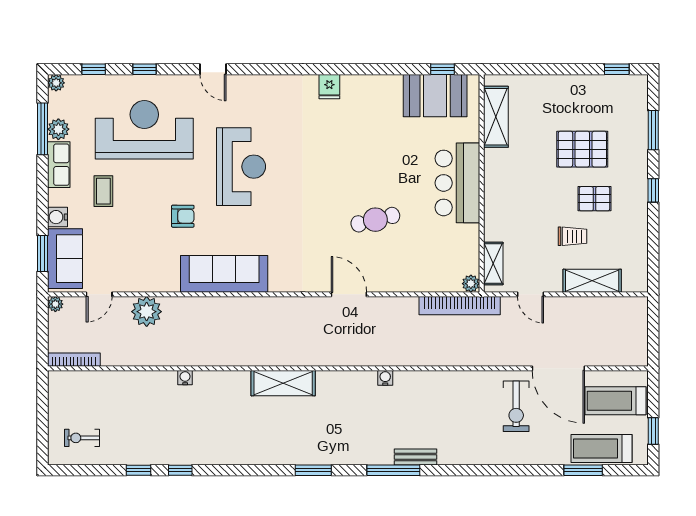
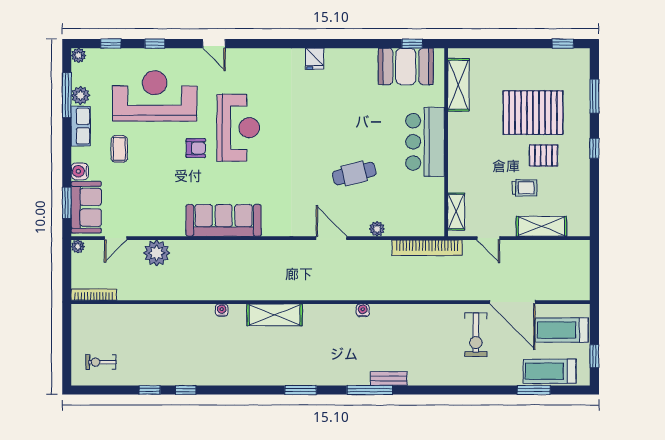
pallet: (582, 149) -> (533, 113), width x1.37, depth x1.41
armchair: (183, 216) -> (196, 148), moved
plant: (471, 284) -> (377, 229), moved
water cooler: (185, 378) -> (222, 310), moved

